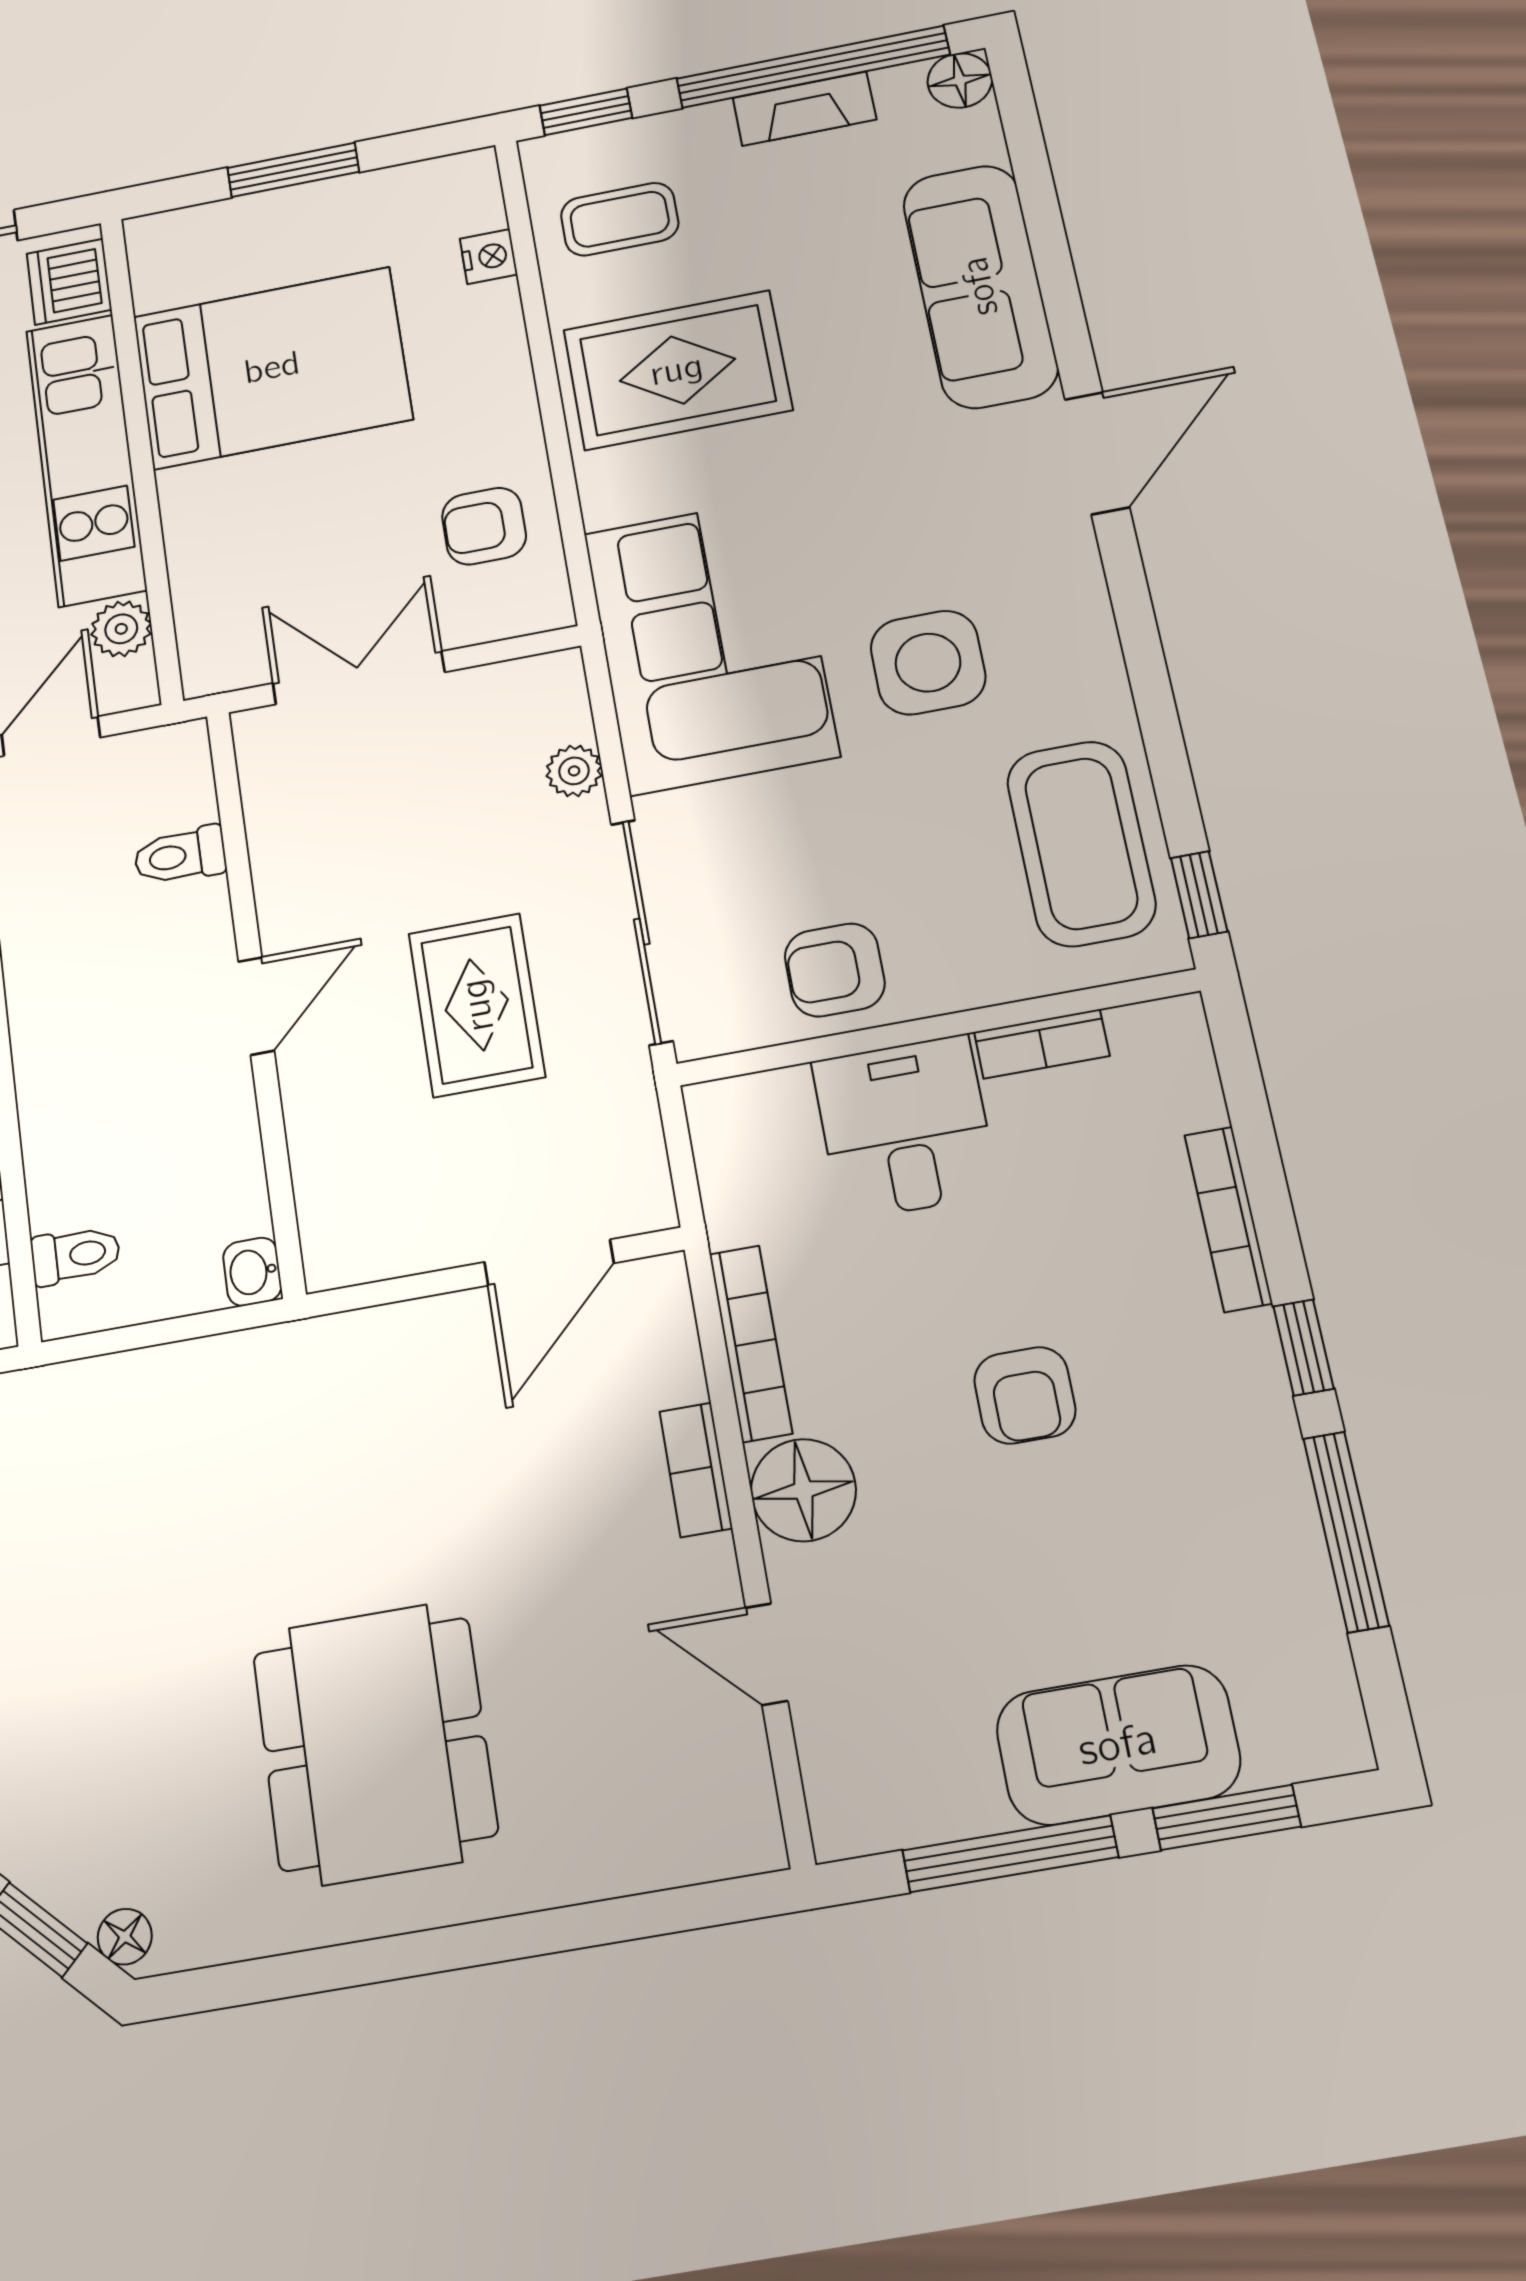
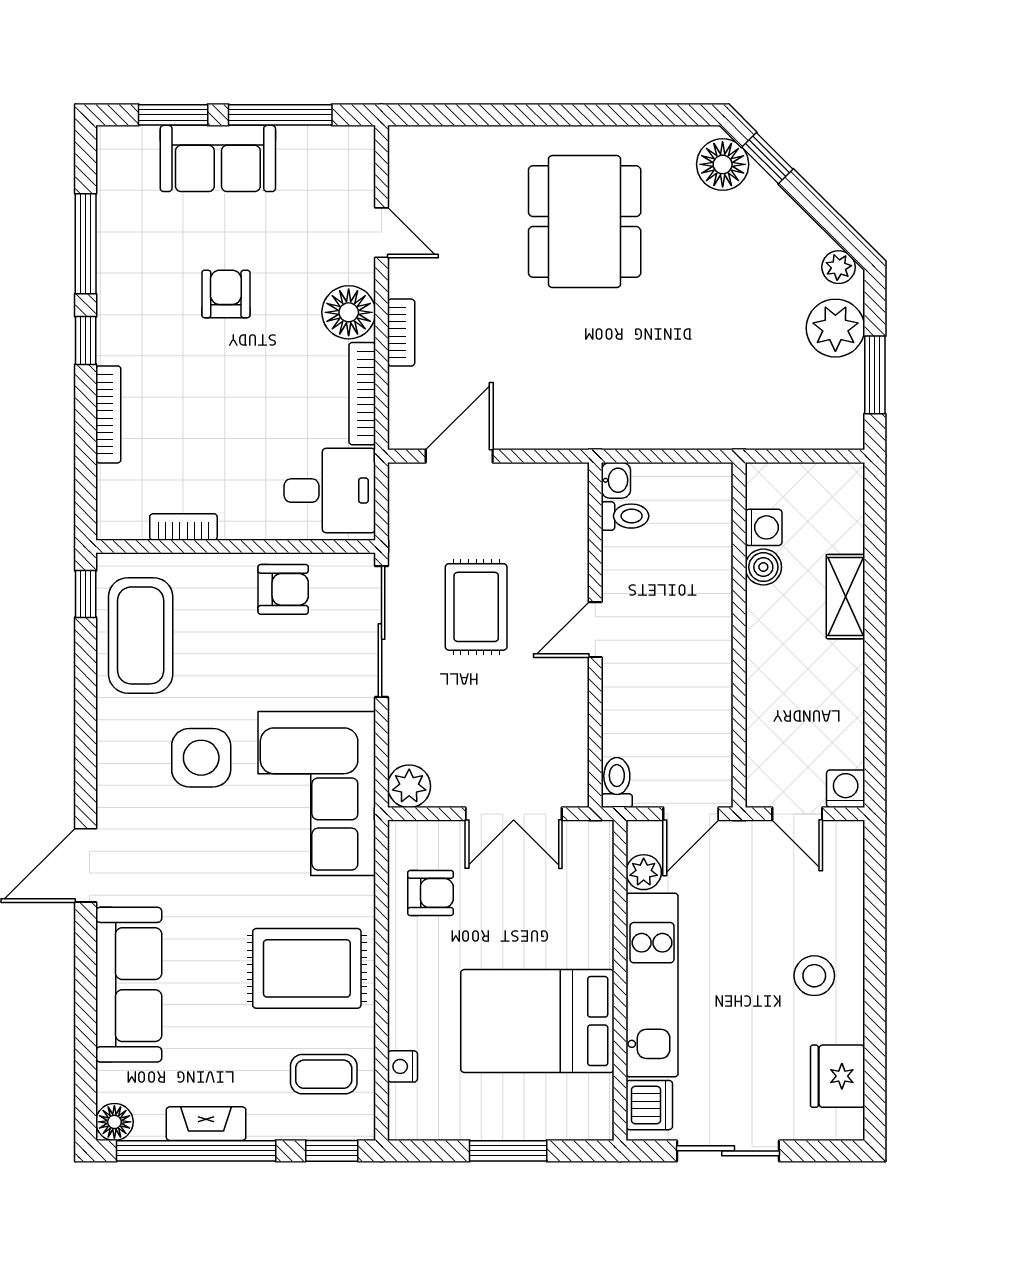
plant: (574, 771) -> (409, 786), moved, width x1.38, depth x1.38
toilet: (180, 856) -> (617, 783), moved, turned -90
desk: (905, 1127) -> (330, 491), moved, turned -90
toilet: (76, 1255) -> (625, 516), moved, turned 180
armchair: (1025, 1395) -> (226, 294), moved
floor lamp: (125, 1937) -> (723, 164), width x1.89, depth x1.89

